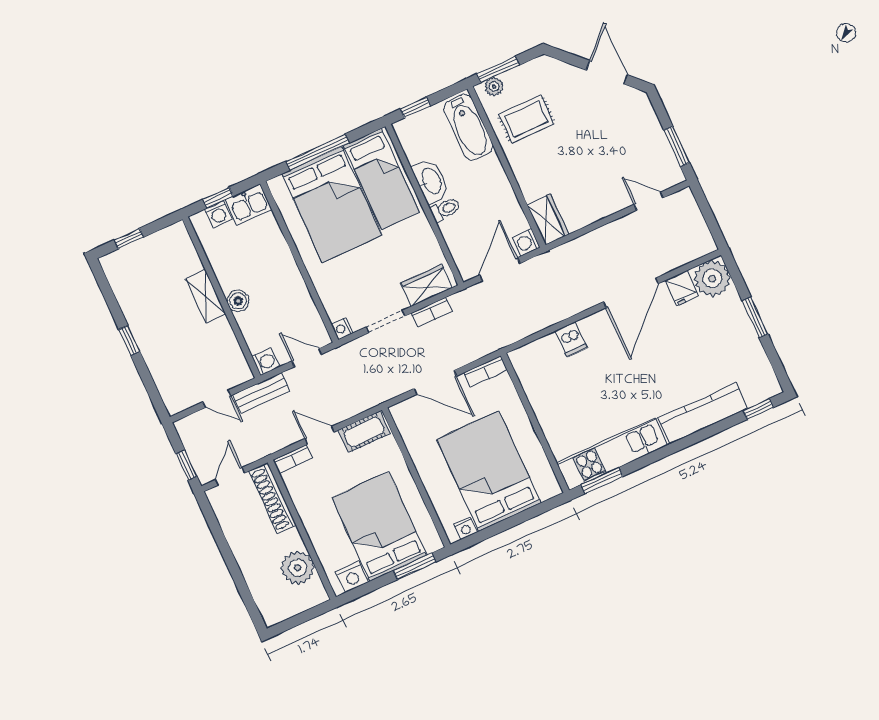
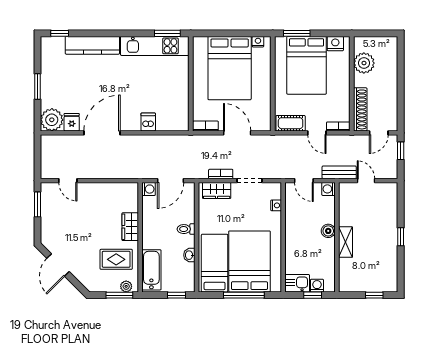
washbasin: (431, 181) -> (189, 255), width x0.52, depth x0.69
wardrobe: (548, 220) -> (130, 227), moved
nightstand: (342, 329) -> (276, 205), moved

